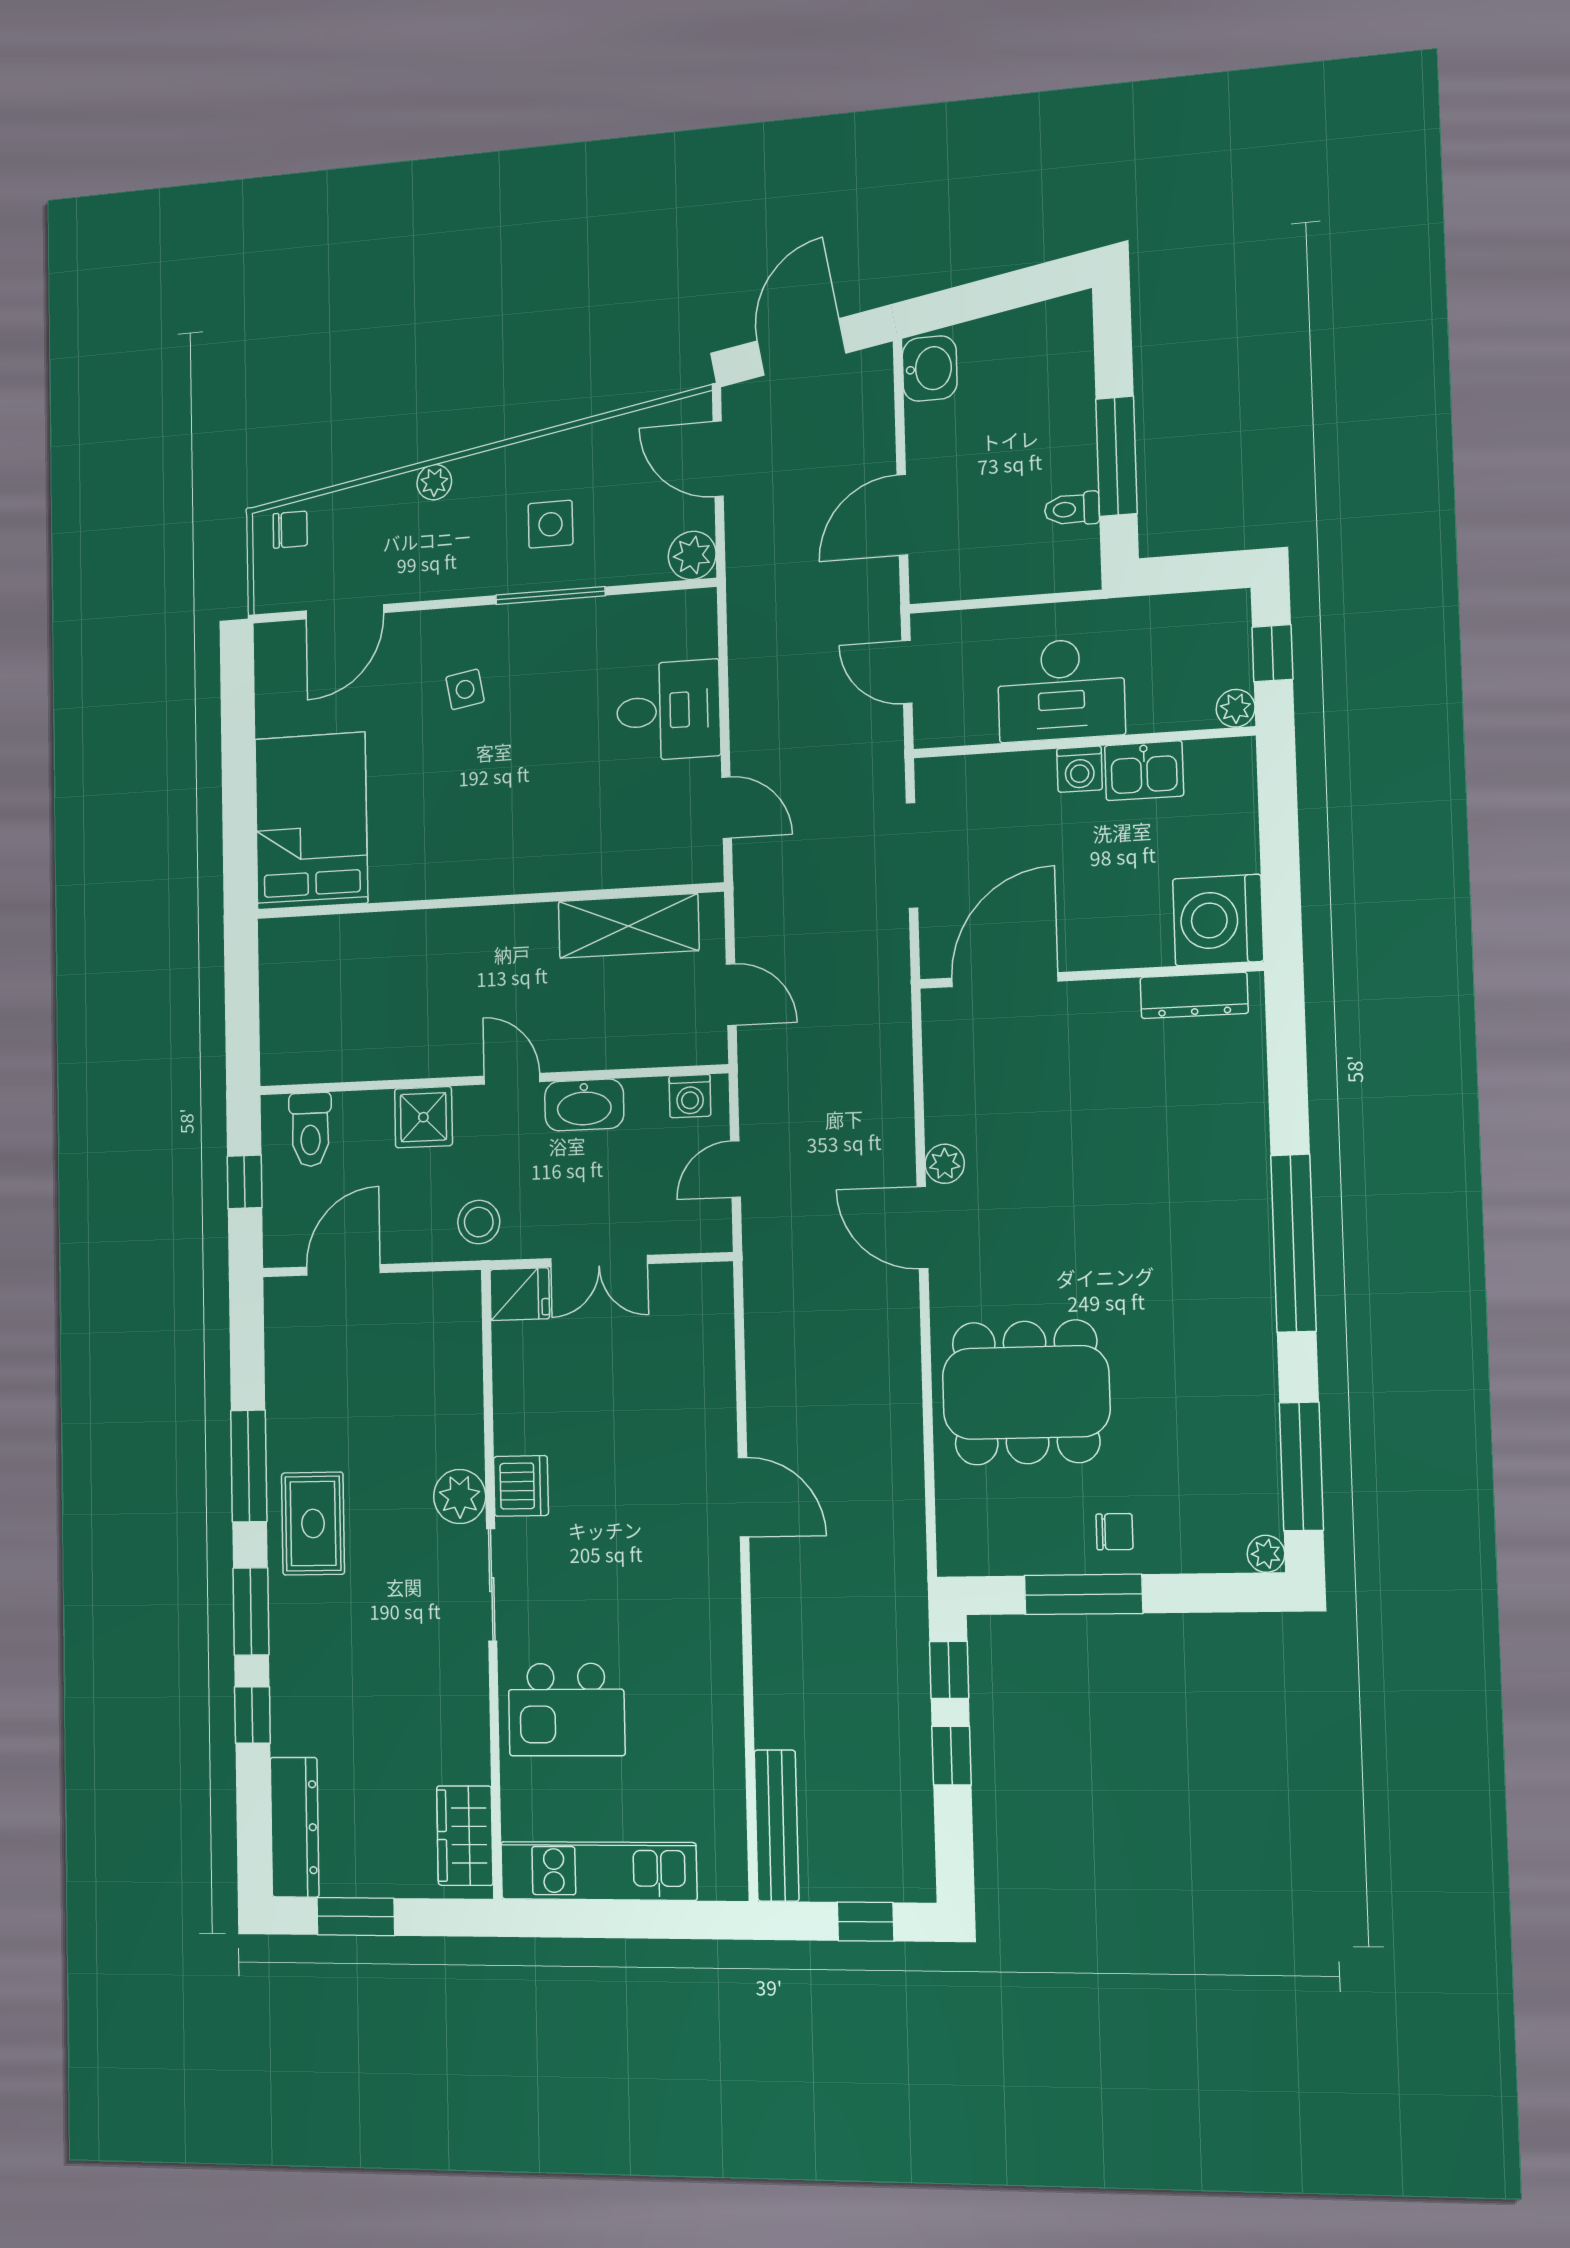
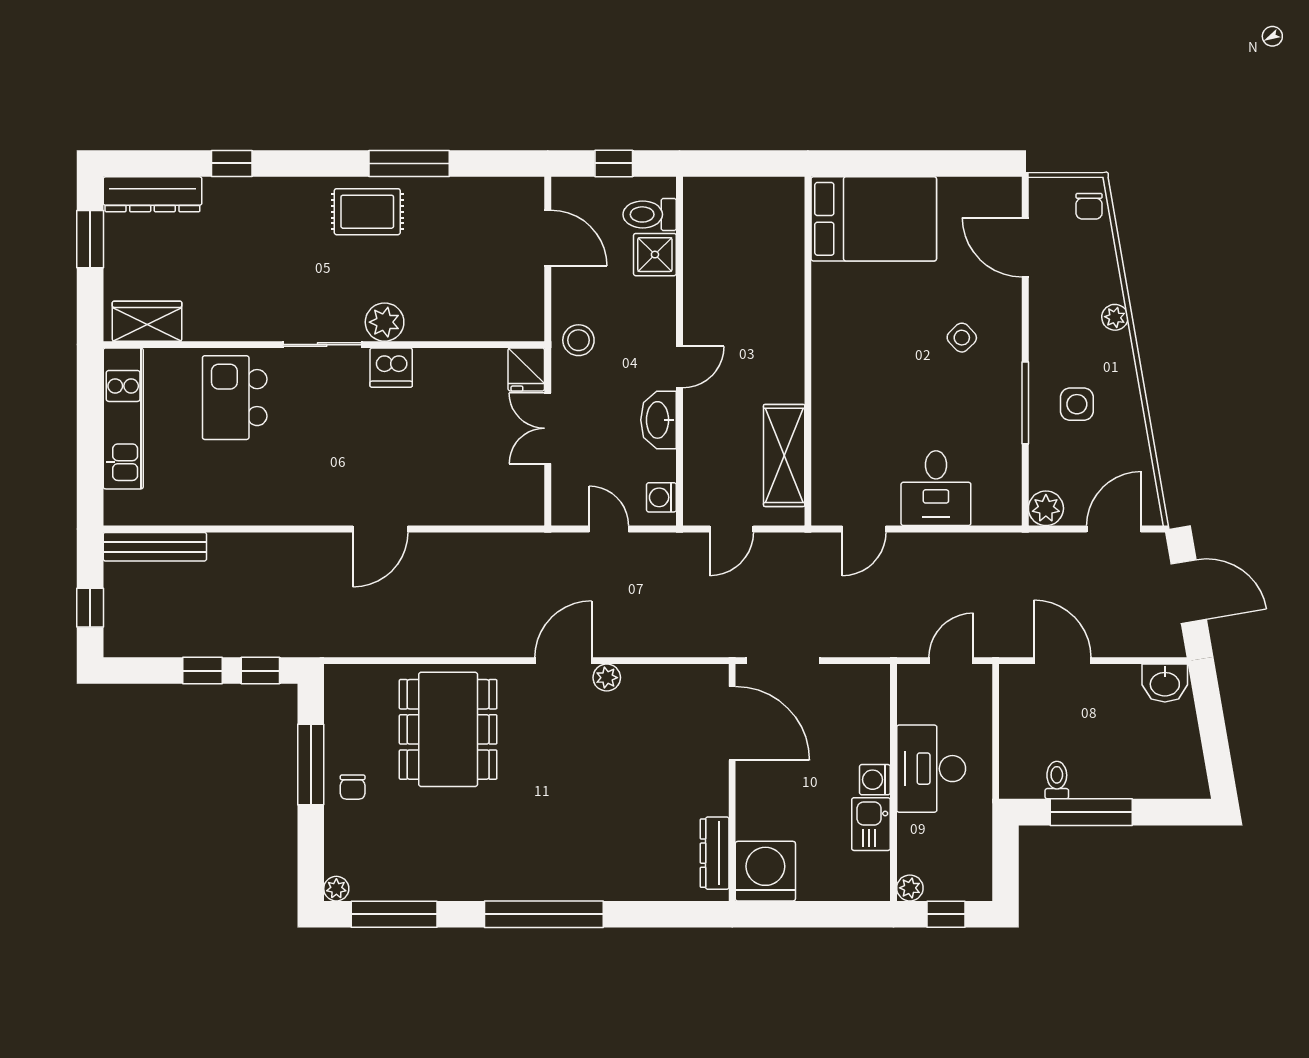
side table: (465, 689) -> (962, 338), turned -34
doorway: (912, 855) -> (783, 661), moved
shower: (423, 1117) -> (655, 255), moved
window: (251, 1611) -> (305, 163), removed

